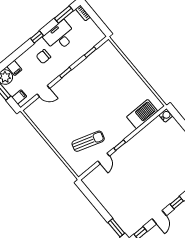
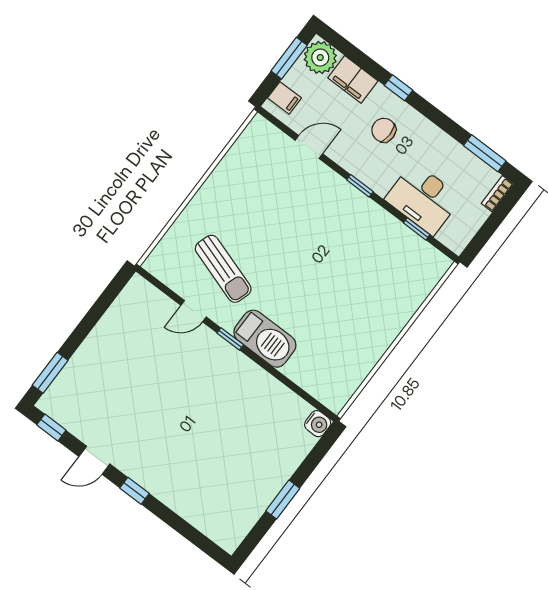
desk: (60, 36) -> (423, 199), moved, turned 180
window: (37, 37) -> (398, 88), moved
filing cabinet: (14, 68) -> (353, 79), width x2.00
door: (43, 91) -> (309, 147), swing flipped
barbecue: (142, 114) -> (265, 339), moved

